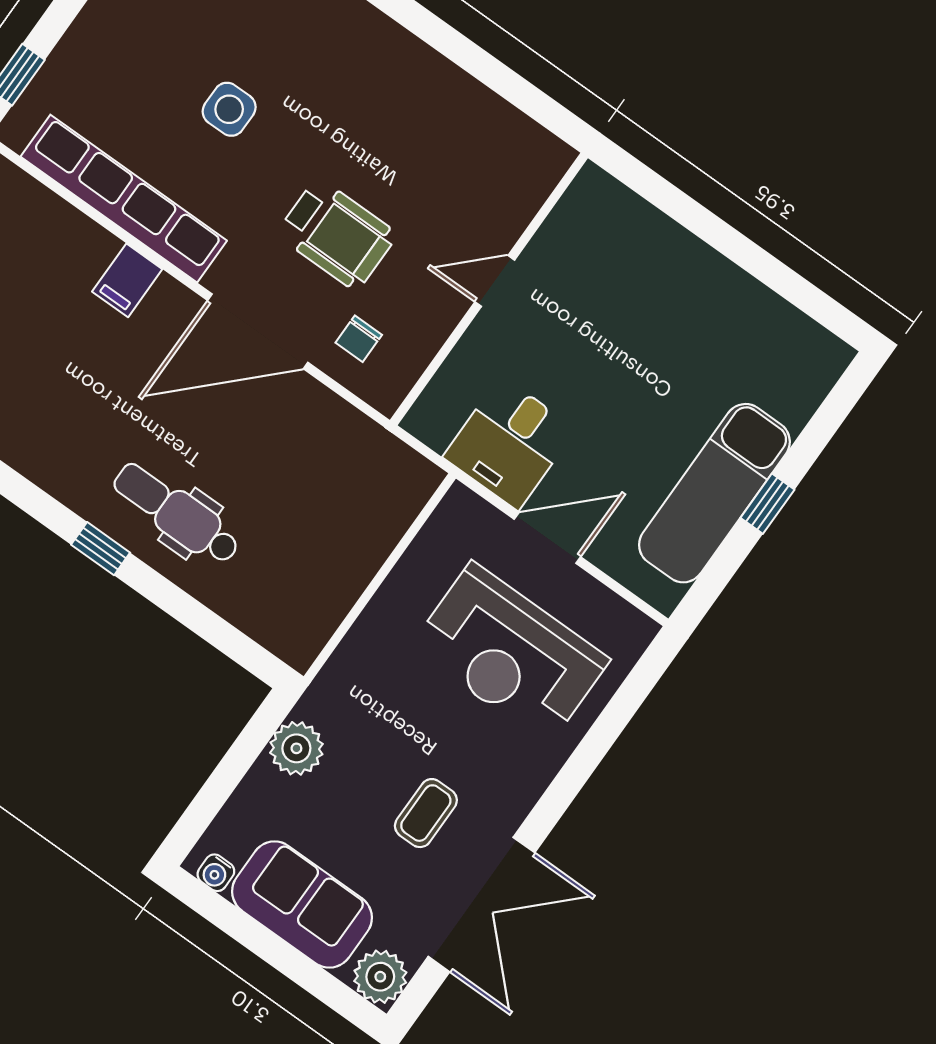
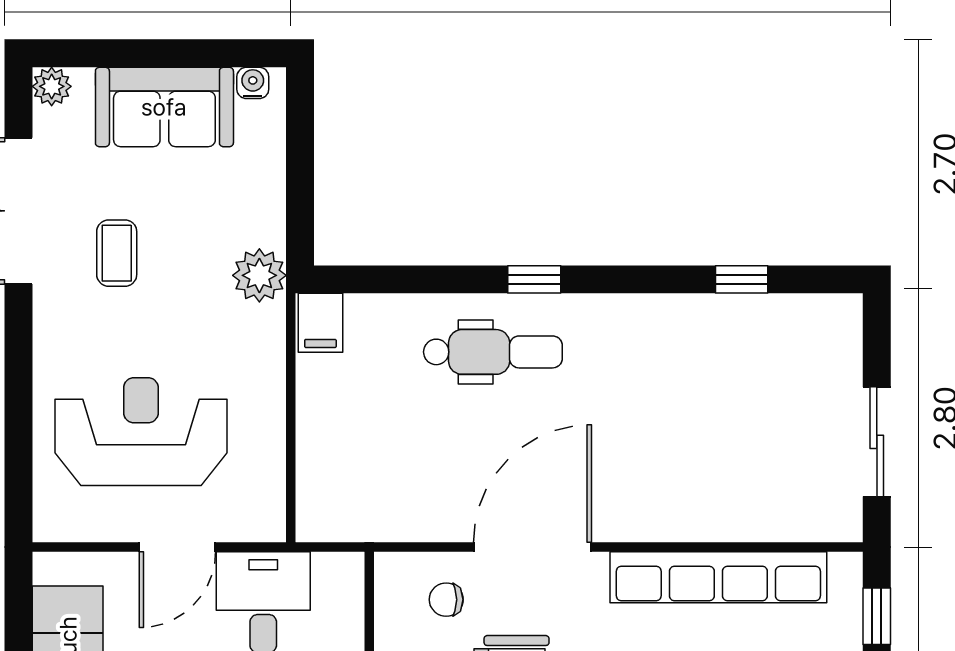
filing cabinet: (127, 280) -> (320, 323), moved, turned 180
chair: (359, 339) -> (446, 600), turned -90
plant: (296, 748) -> (259, 275), moved
plant: (380, 977) -> (52, 86), width x0.73, depth x0.73

